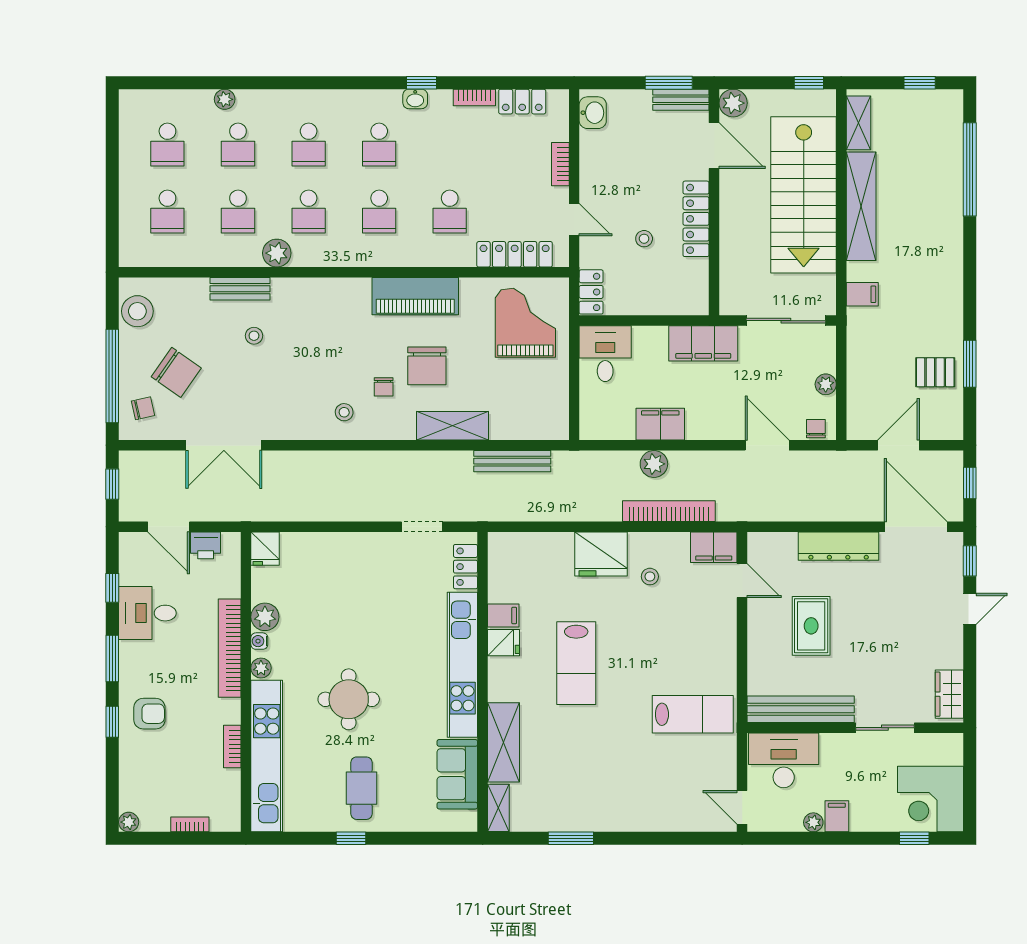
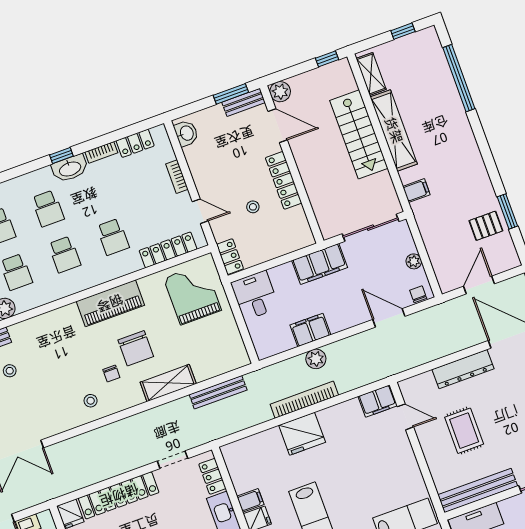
washbasin: (415, 99) -> (70, 168), width x1.91, depth x1.45
stairs: (804, 195) -> (359, 134), width x0.73, depth x0.66
bookcase: (669, 511) -> (304, 400), moved
locker: (336, 547) -> (119, 495), added
stool: (650, 577) -> (341, 437), removed

